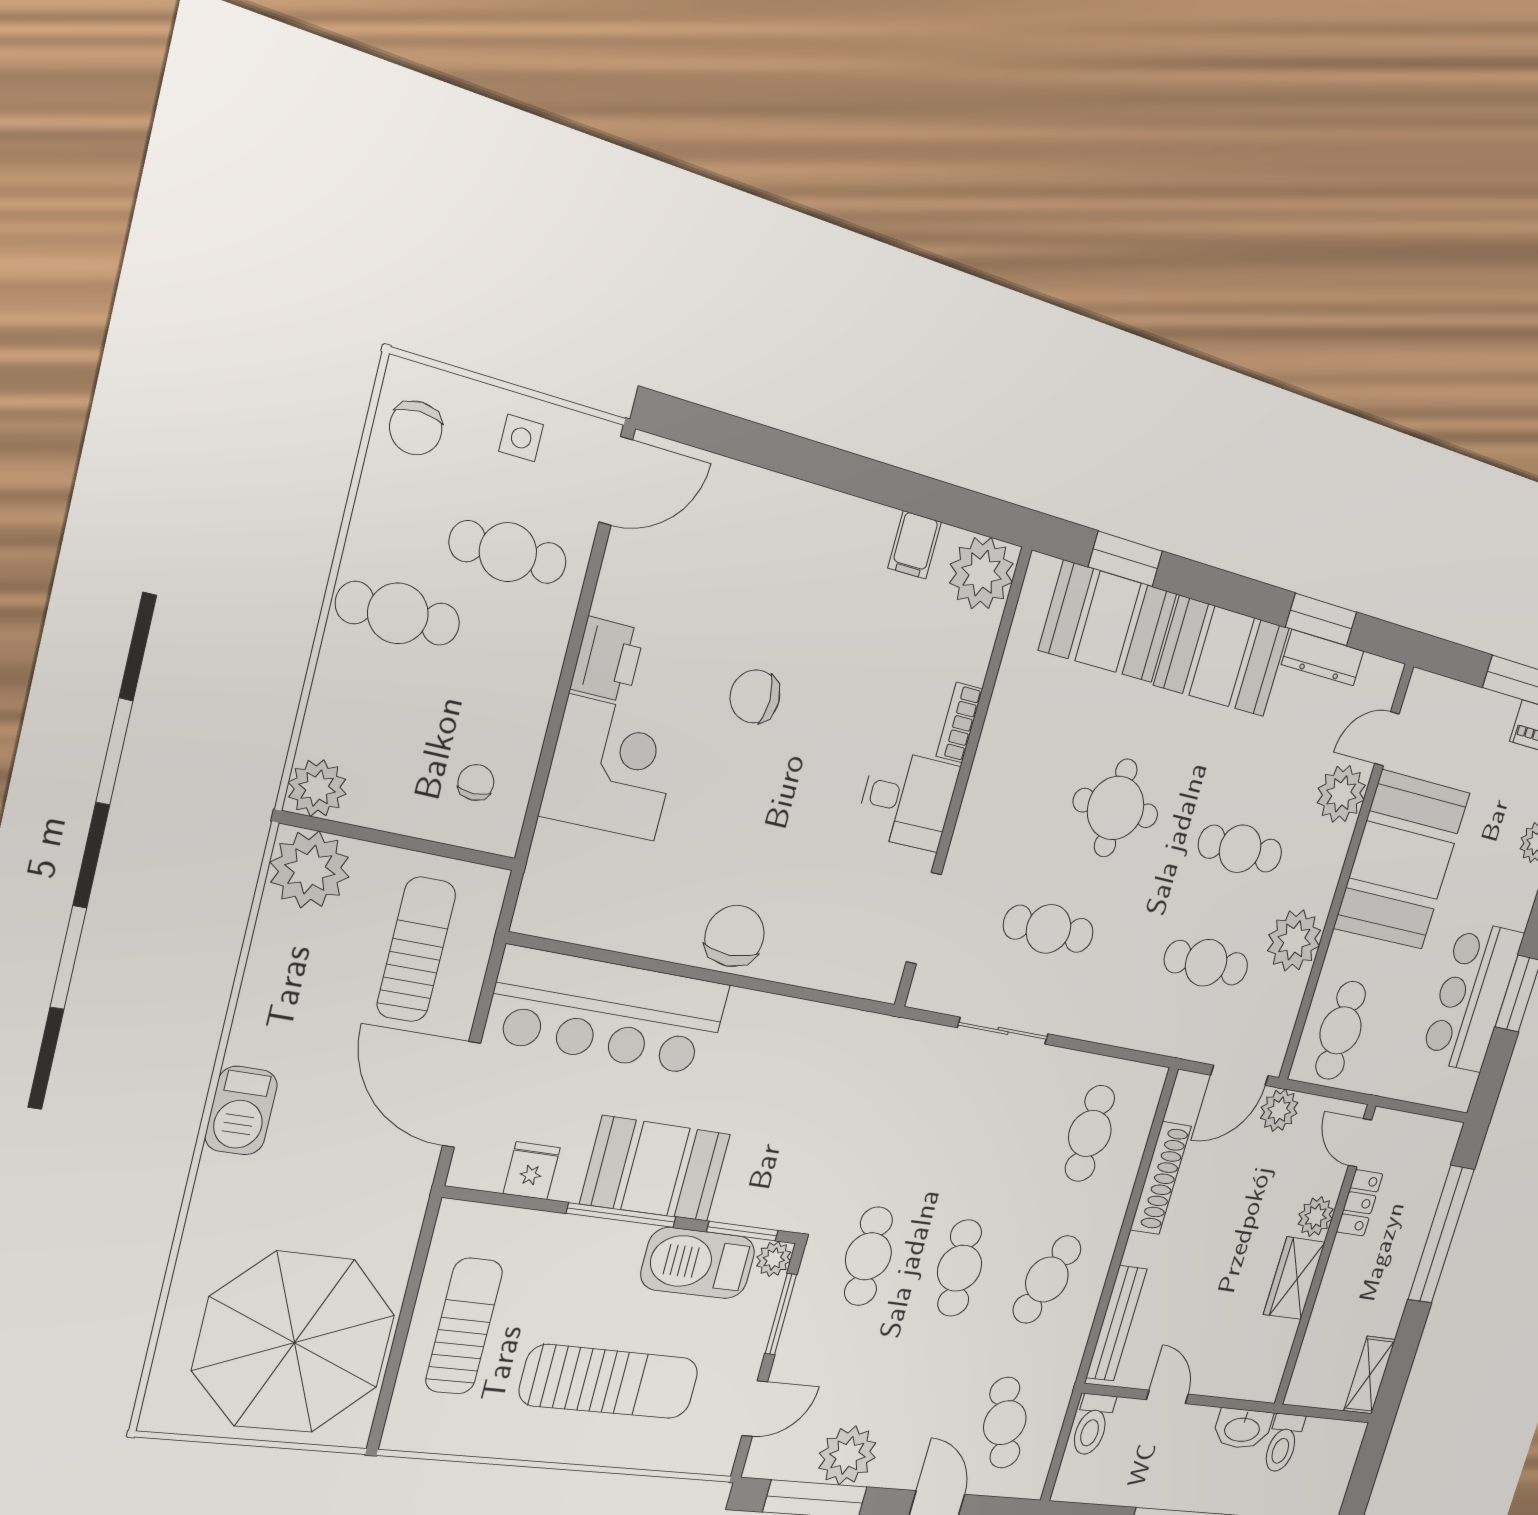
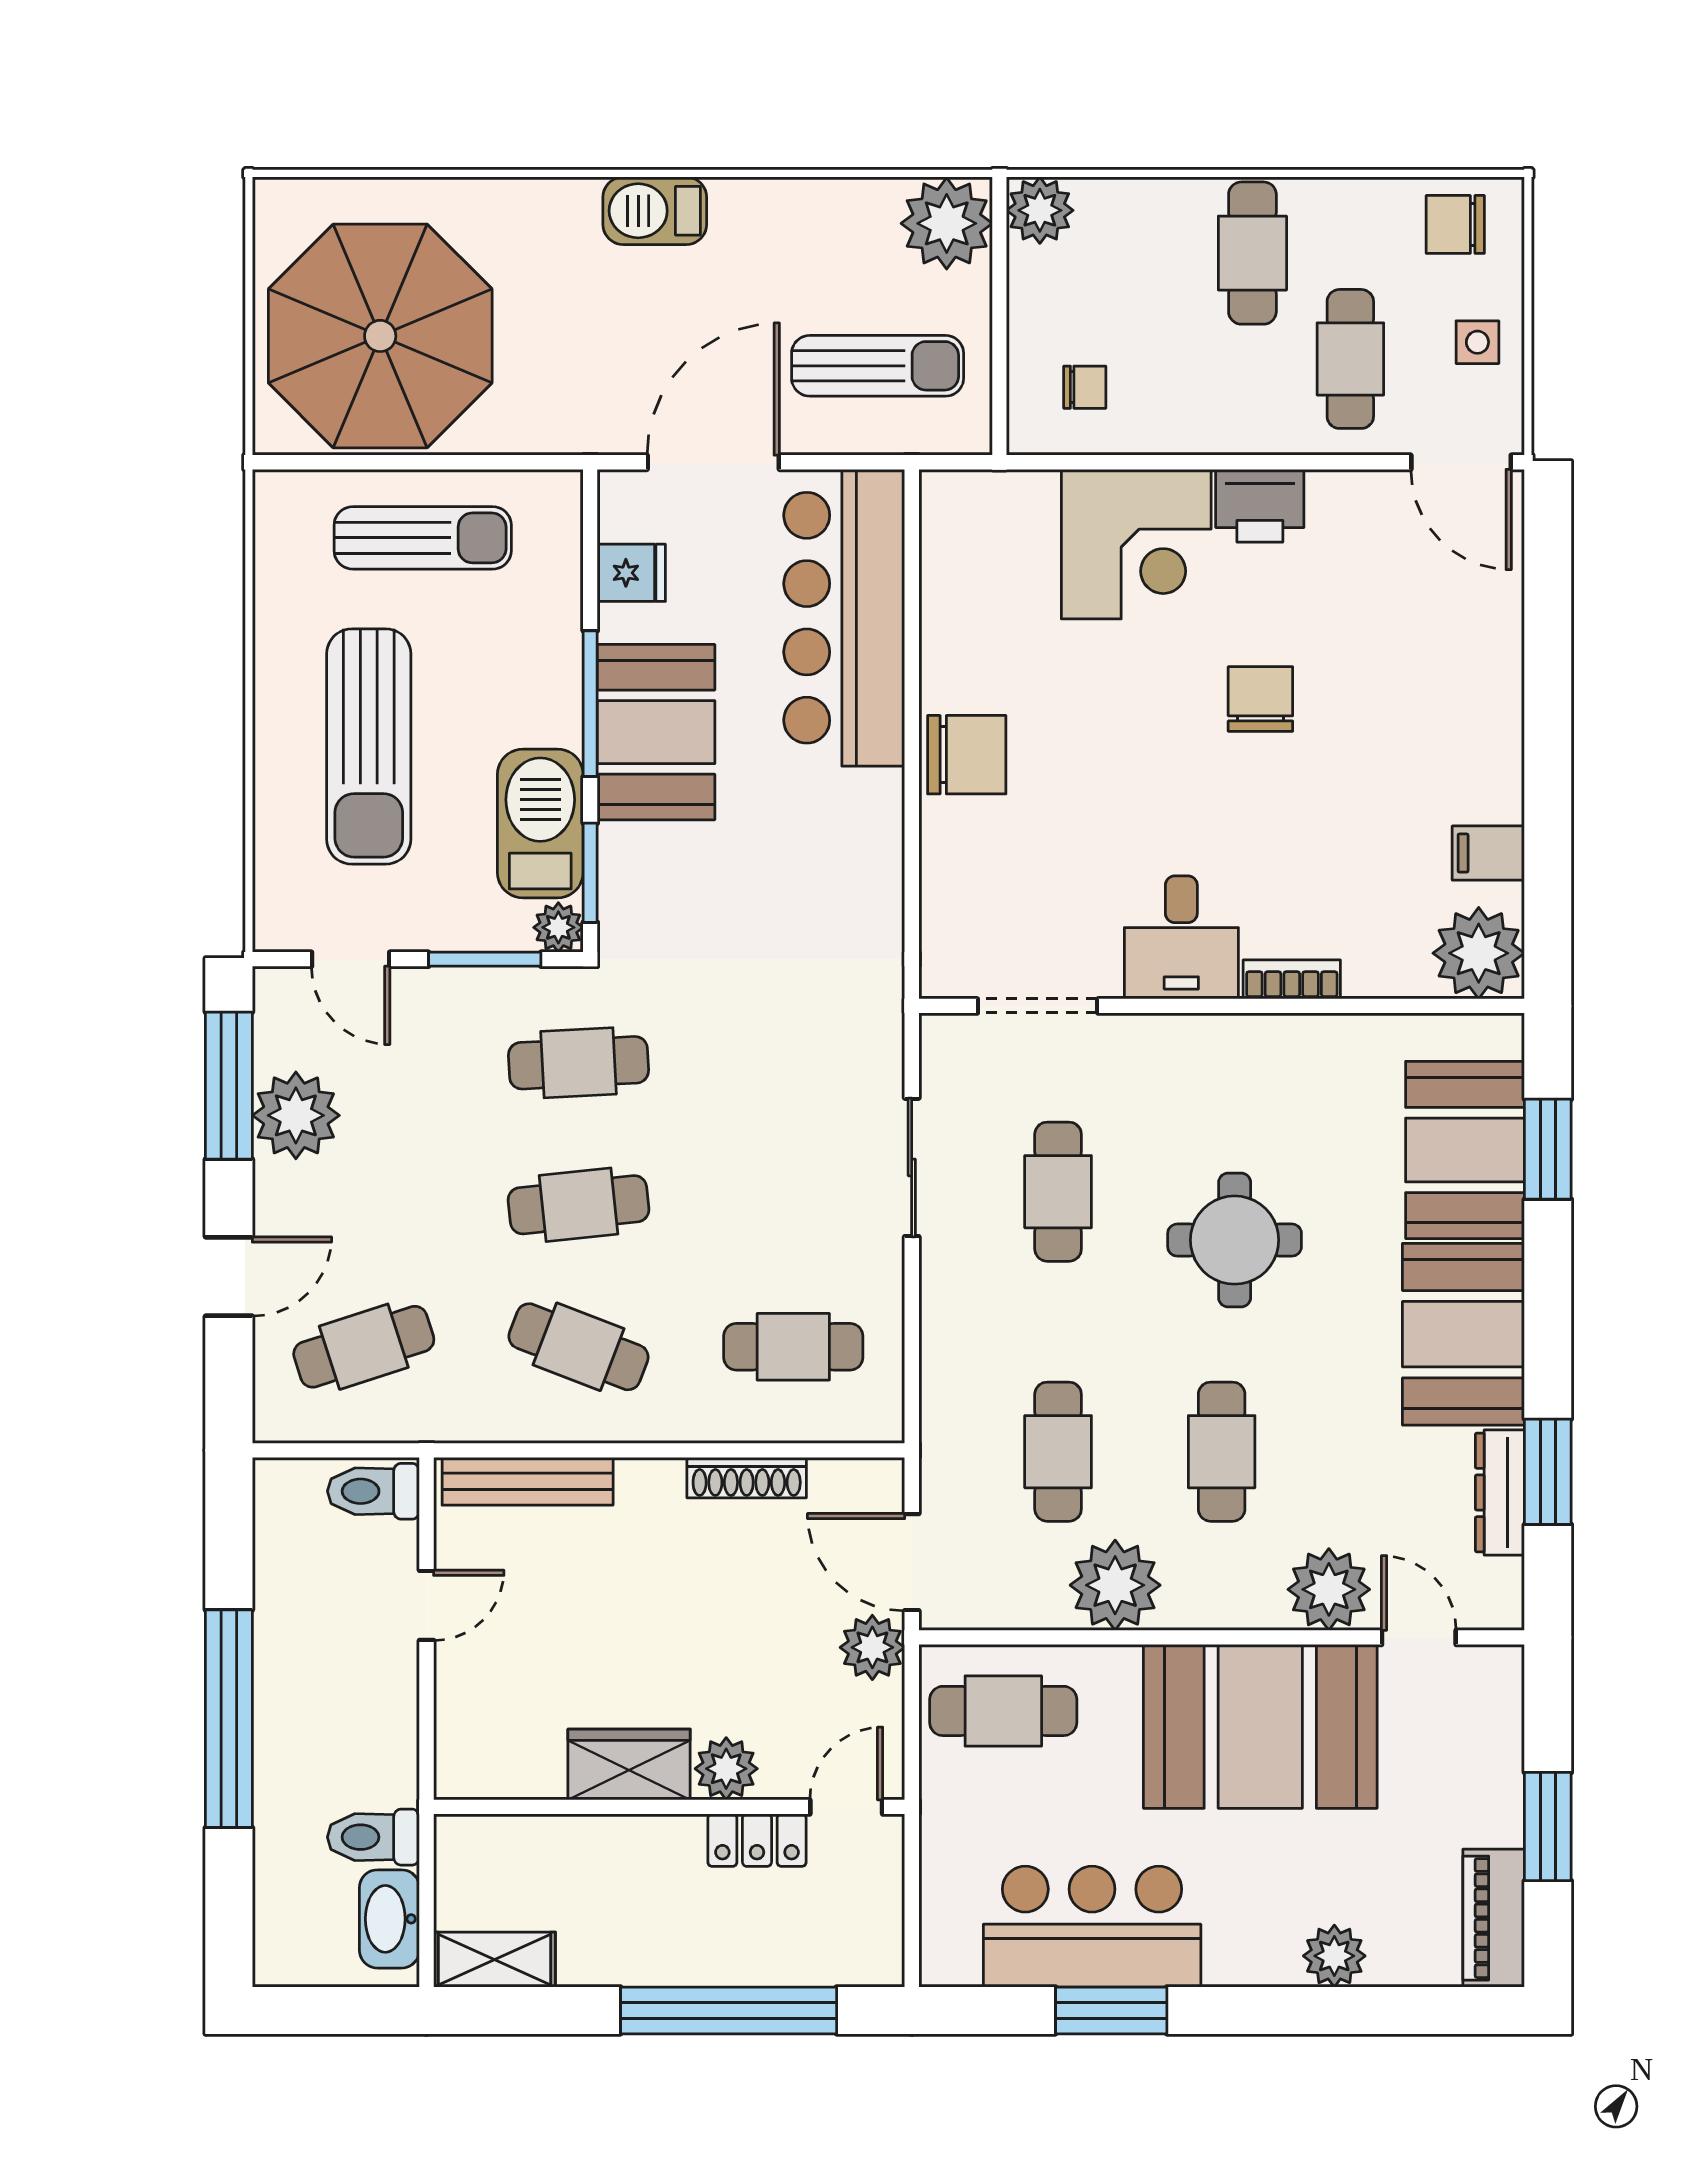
shoe rack: (1161, 1178) -> (747, 1478), width x0.74, depth x0.81
washbasin: (1242, 1429) -> (389, 1919), moved

